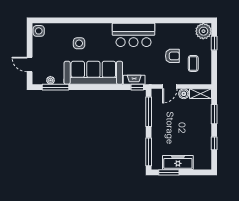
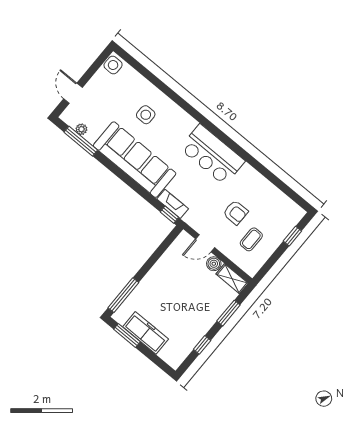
plant: (203, 31) -> (292, 214), removed
window: (149, 112) -> (160, 252), removed

